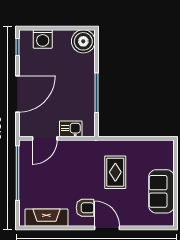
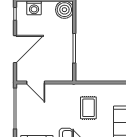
kitchen sink: (71, 129) -> (55, 75), removed
door: (45, 138) -> (36, 82), hinge flipped

